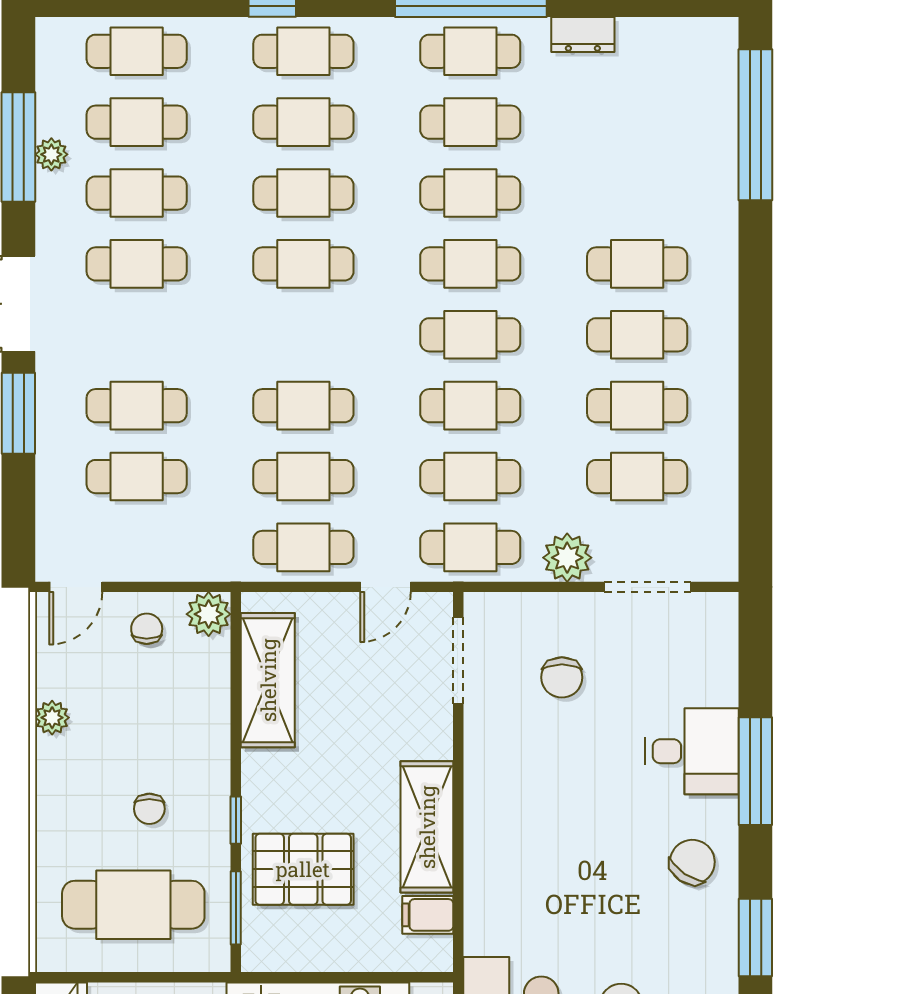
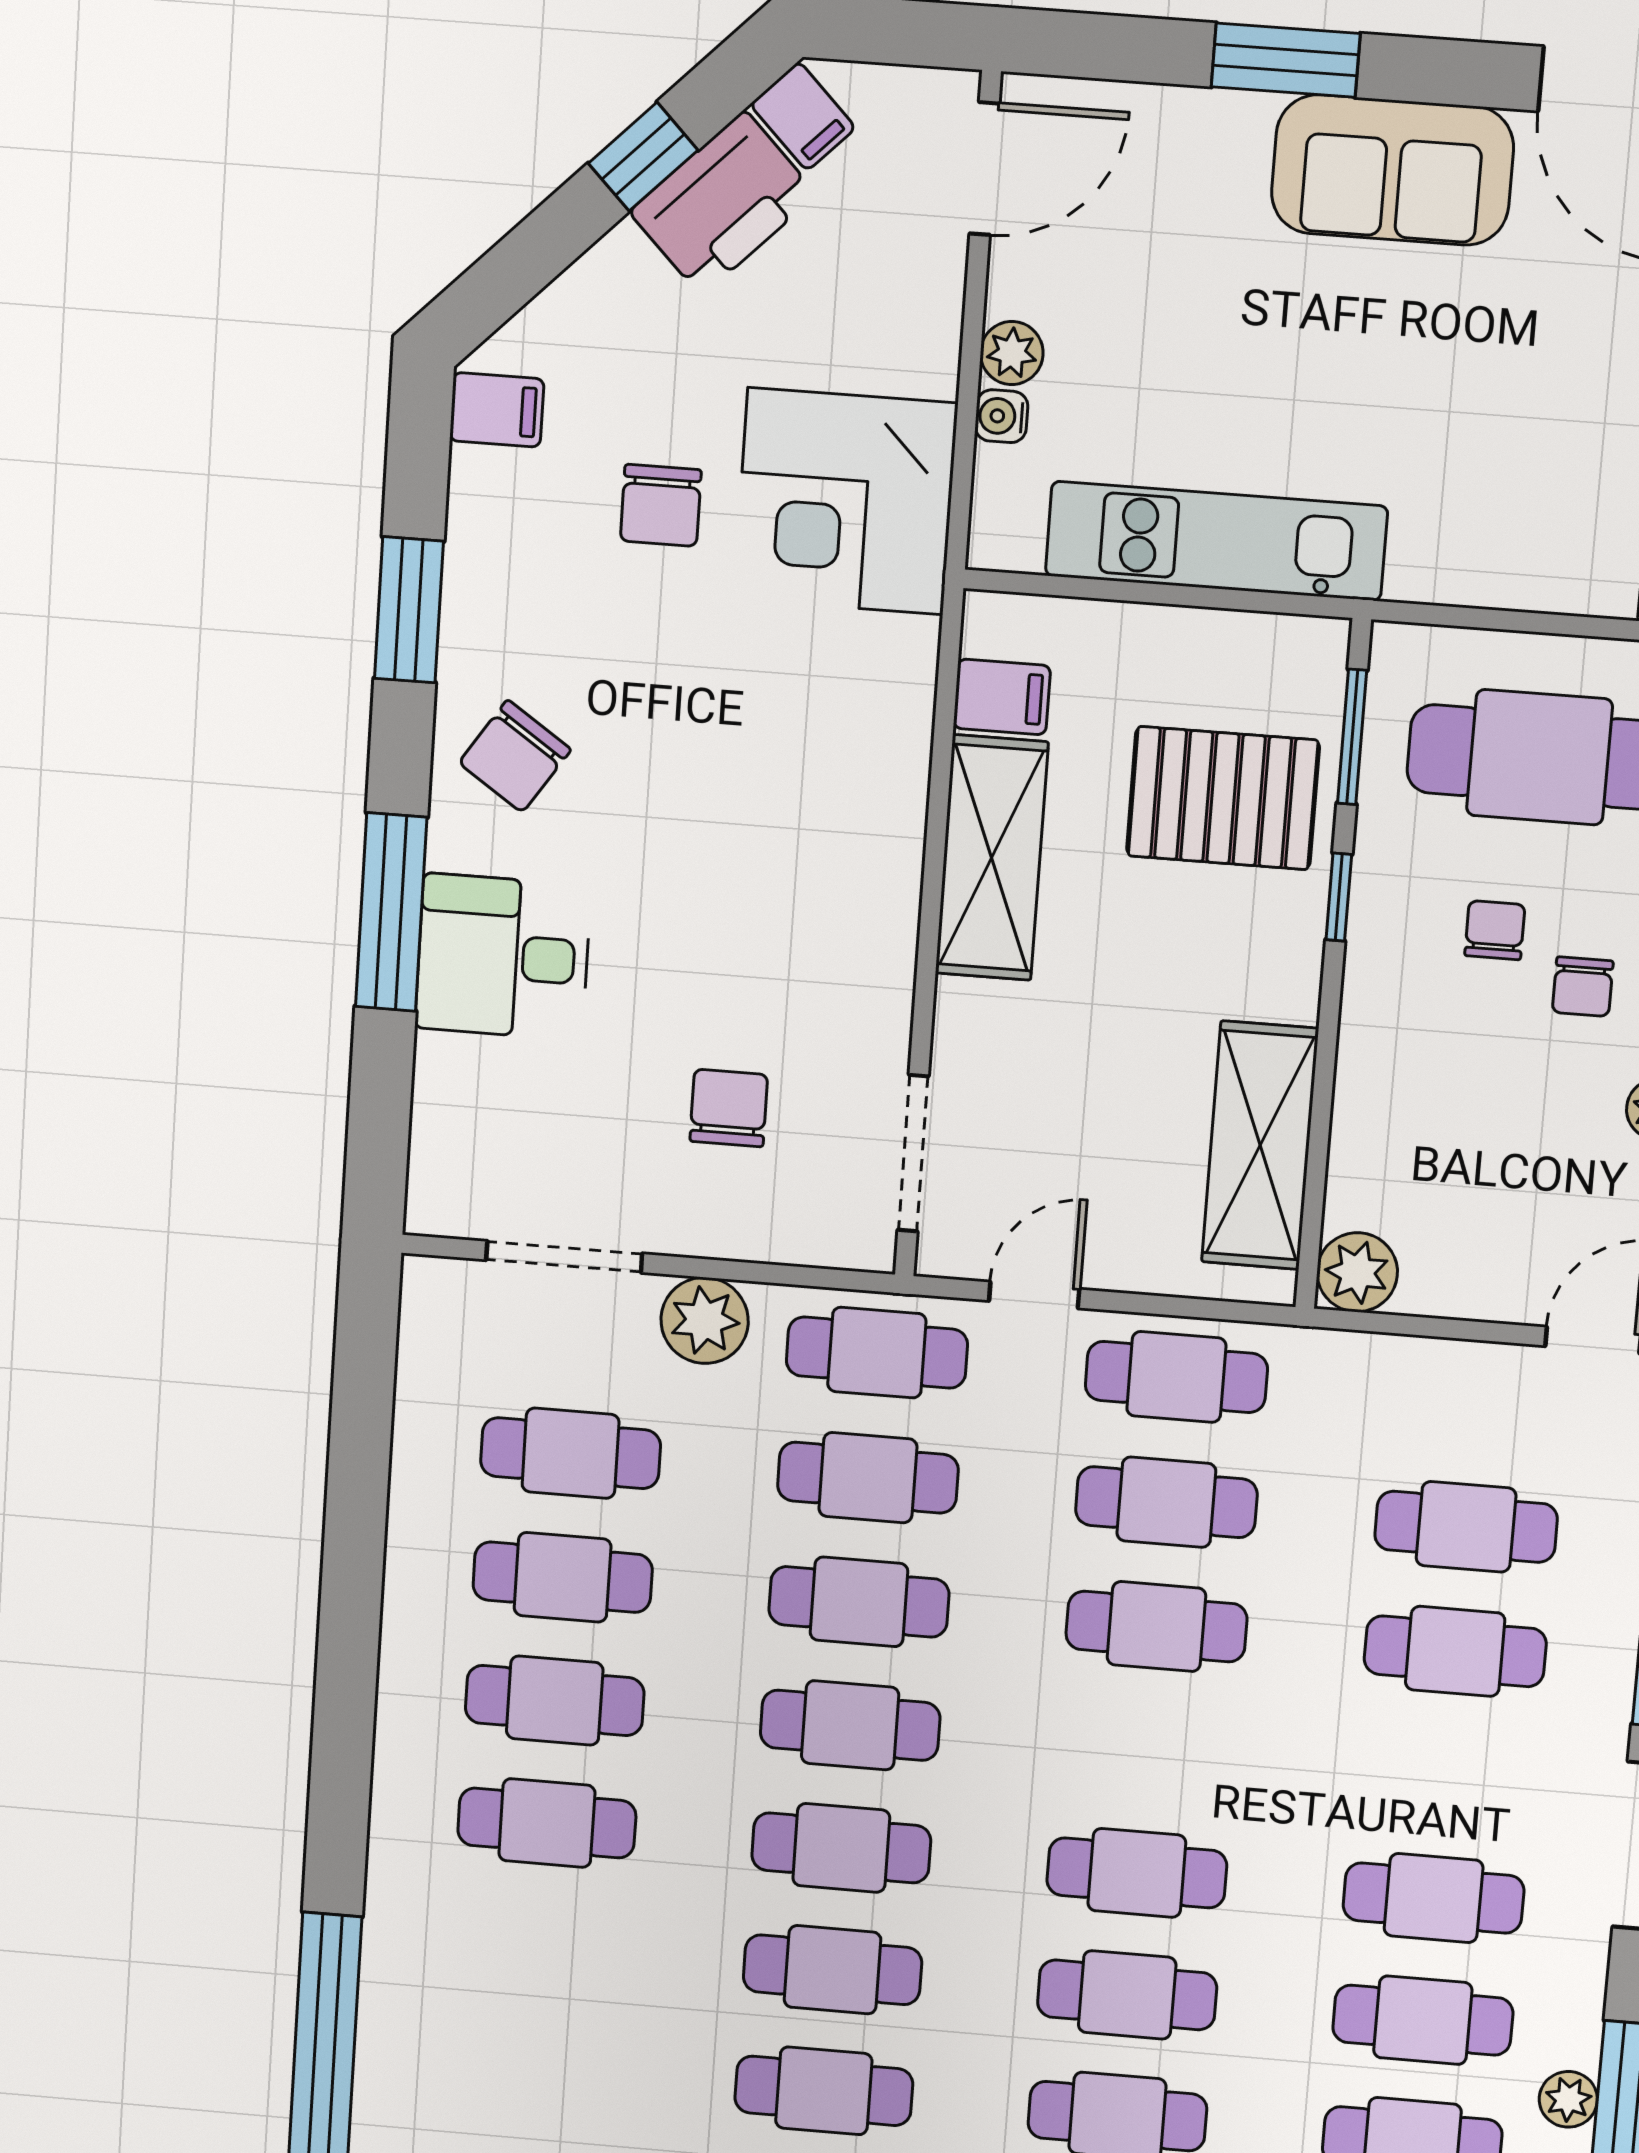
chair: (147, 629) -> (1583, 987), moved

